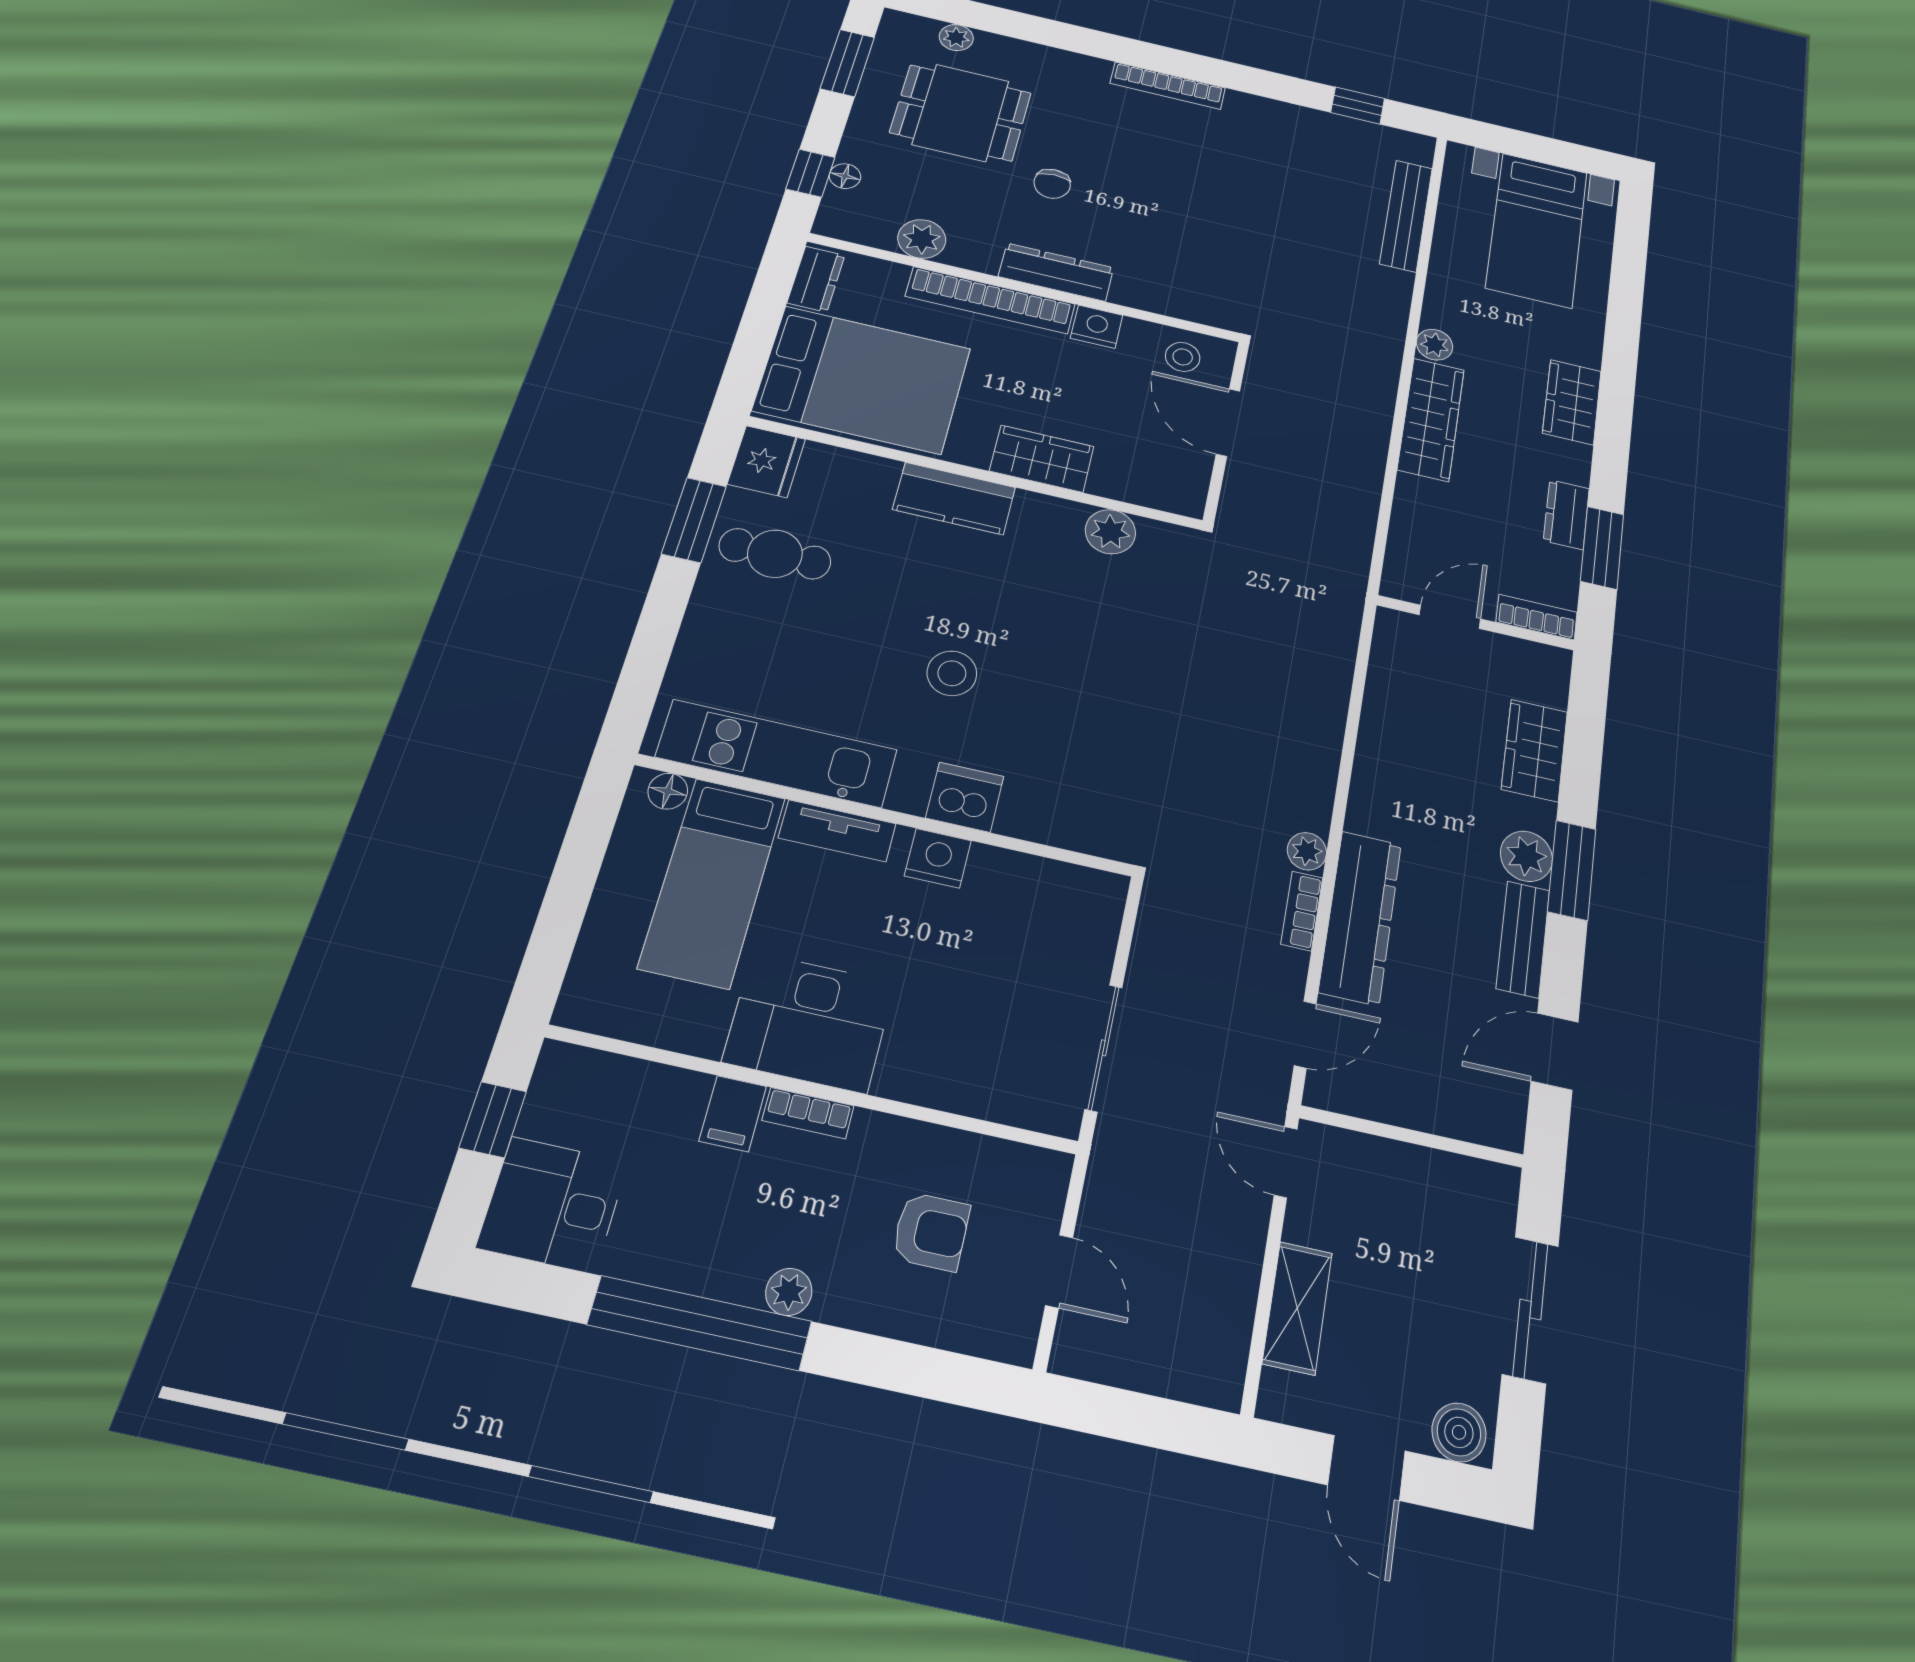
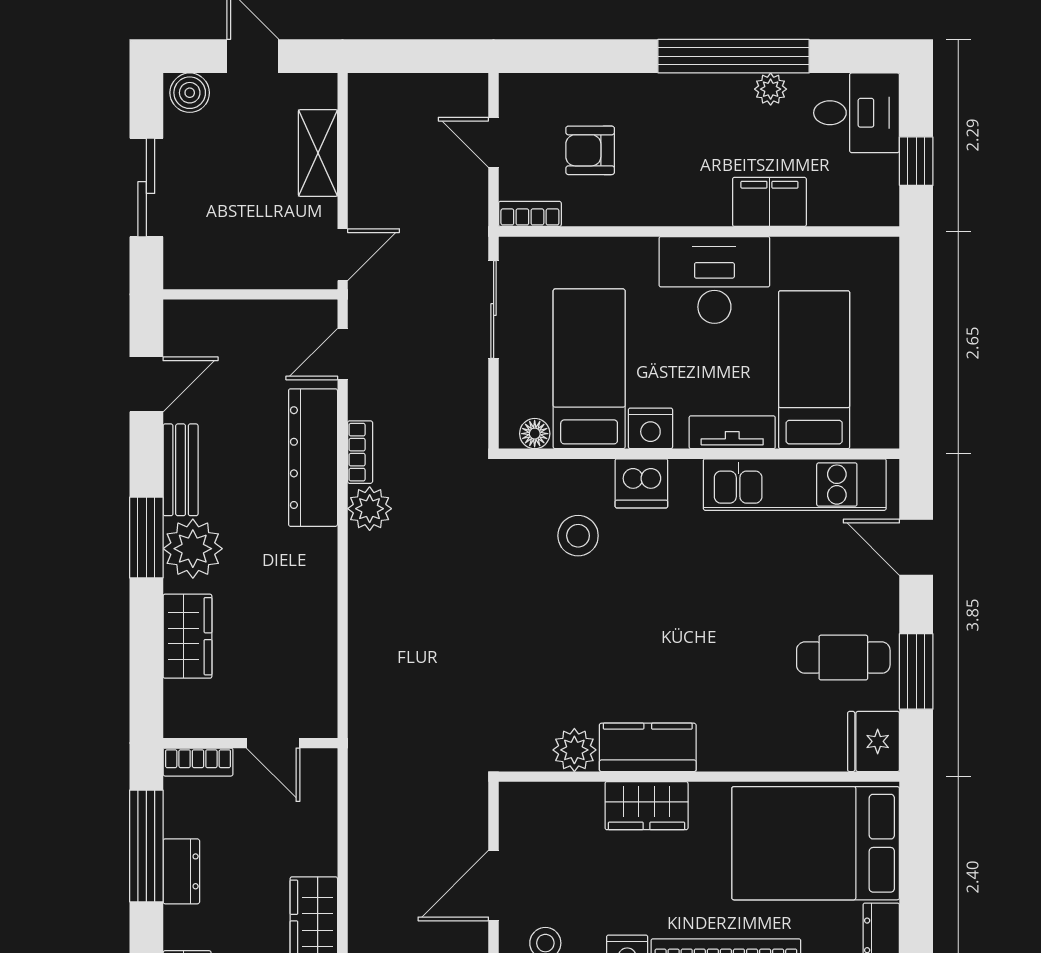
door: (1228, 422) -> (494, 886), swing flipped
kitchen counter: (954, 498) -> (648, 747), moved
window: (1602, 548) -> (146, 846), width x1.44
door: (1450, 617) -> (273, 743), hinge flipped
door: (650, 650) -> (916, 547), added
stool: (952, 673) -> (578, 536), moved
floor lamp: (668, 791) -> (535, 434), moved
plant: (1307, 851) -> (370, 509), width x1.38, depth x1.38
plant: (1526, 856) -> (193, 549), width x1.36, depth x1.36
bed: (998, 947) -> (589, 369), added
bookcase: (808, 1113) -> (530, 214), moved
filing cabinet: (733, 1114) -> (769, 202), width x2.00
door: (1286, 1162) -> (343, 255), hinge flipped
plant: (789, 1292) -> (771, 89), moved

